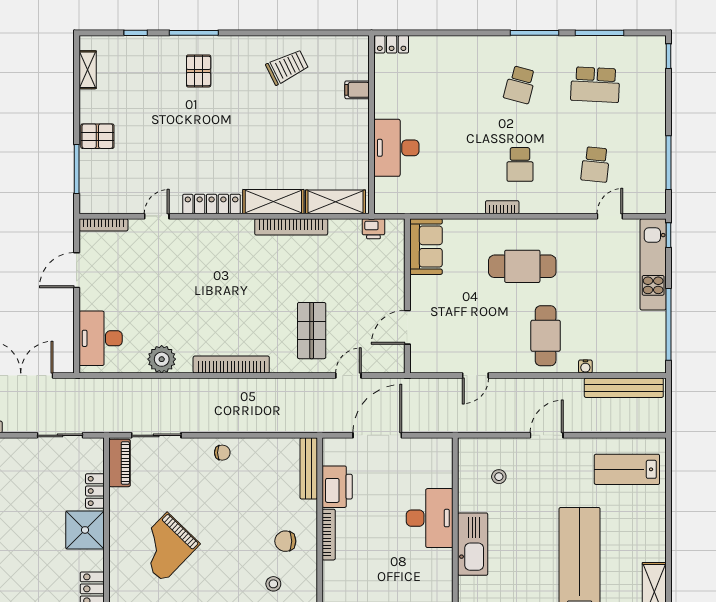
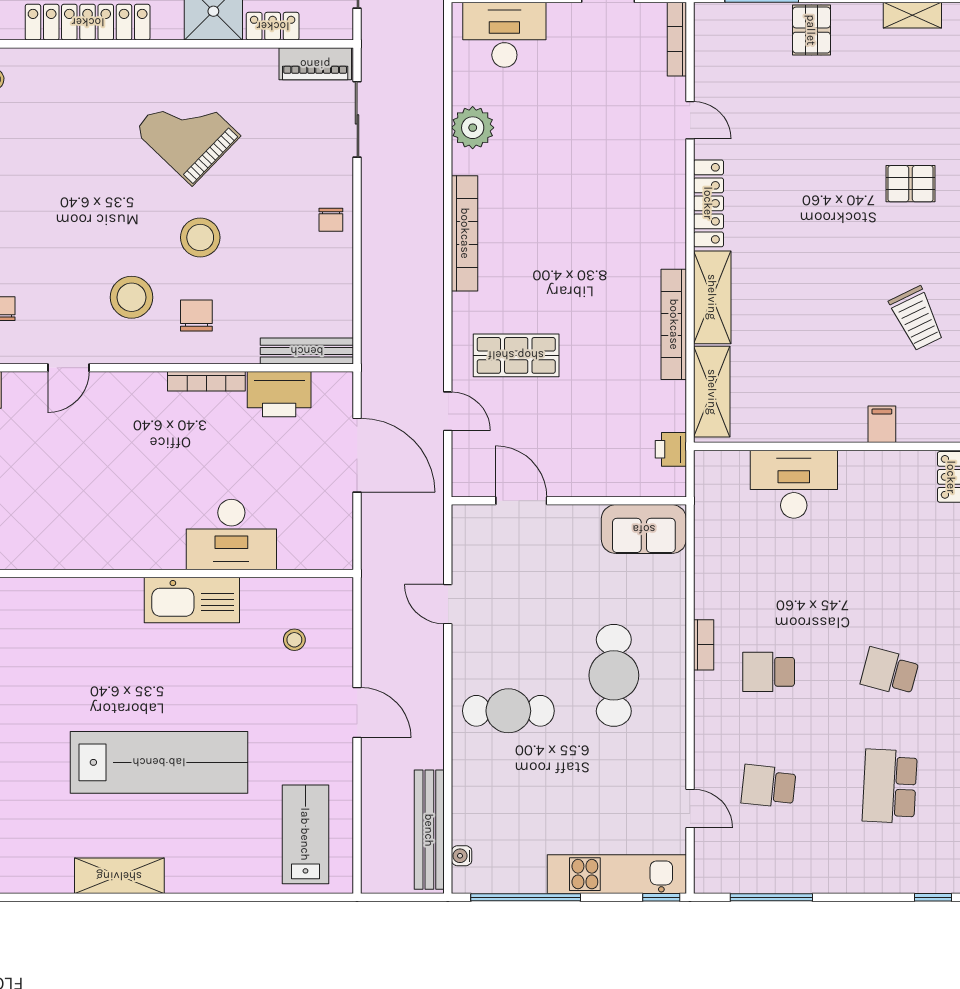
water cooler: (585, 367) -> (462, 856), moved
stool: (234, 539) -> (200, 237), added
stool: (273, 584) -> (132, 297), width x1.89, depth x1.89

